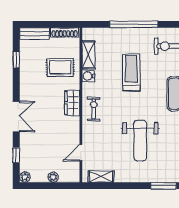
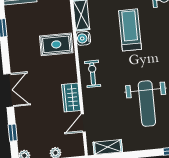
rug: (60, 67) -> (56, 44), moved
wardrobe: (72, 103) -> (71, 97), moved

